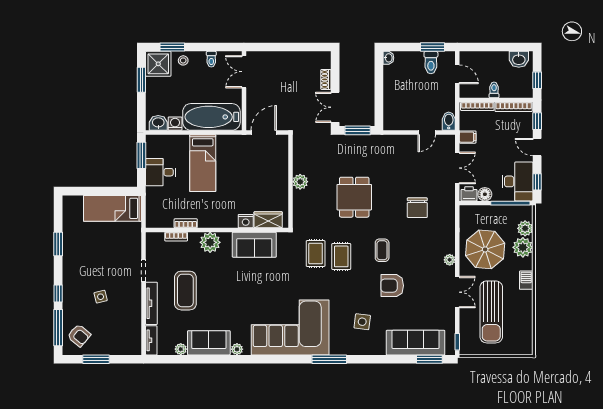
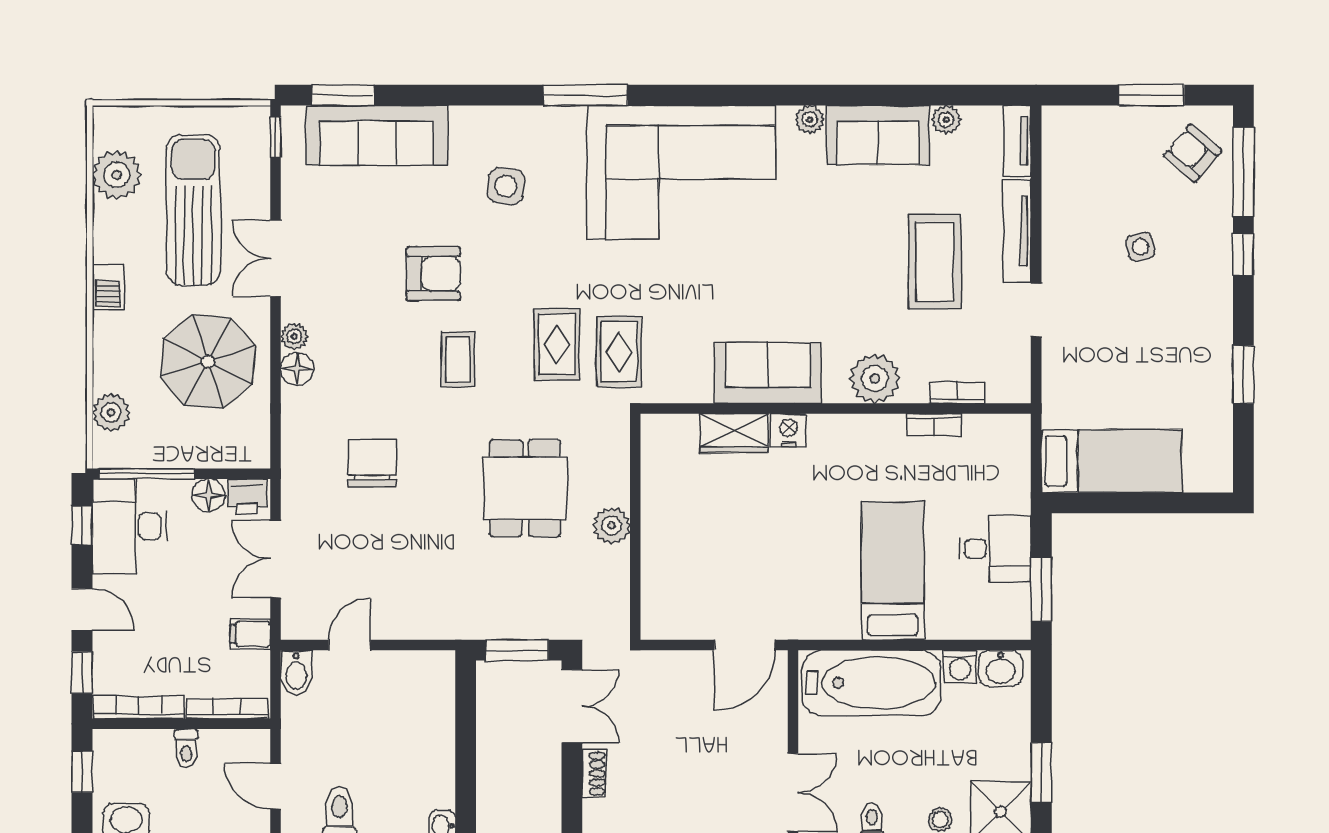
wall: (291, 181) -> (635, 527), moved
plant: (300, 182) -> (612, 526), moved
floor lamp: (448, 246) -> (297, 369), added
plant: (523, 247) -> (117, 175), moved

